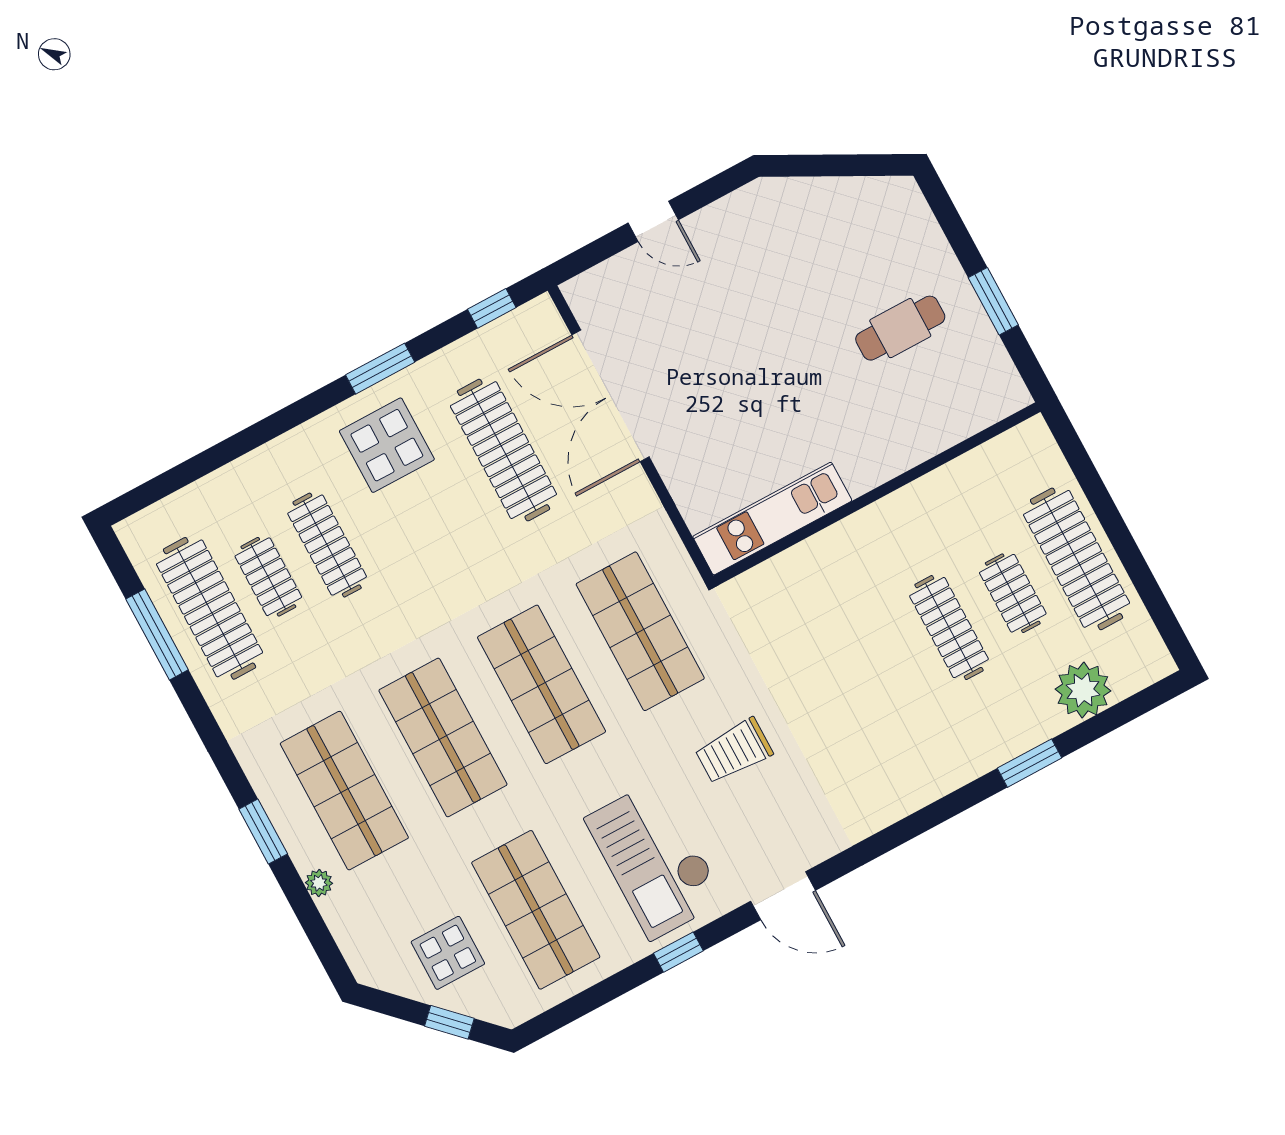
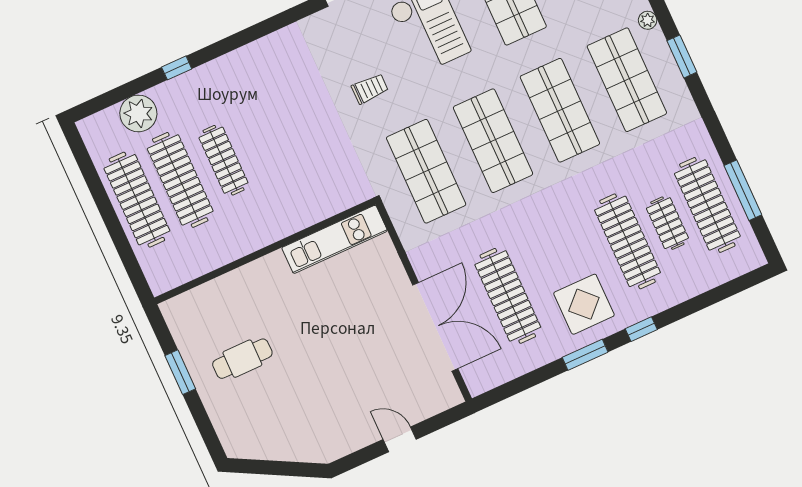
window: (492, 308) -> (641, 329), moved
clothes rail: (327, 545) -> (627, 241), width x1.37, depth x1.31
clothes rail: (1013, 593) -> (180, 180), width x1.86, depth x1.31
trolley: (734, 751) -> (370, 89), width x0.73, depth x0.72
window: (1029, 763) -> (177, 68), width x0.67

